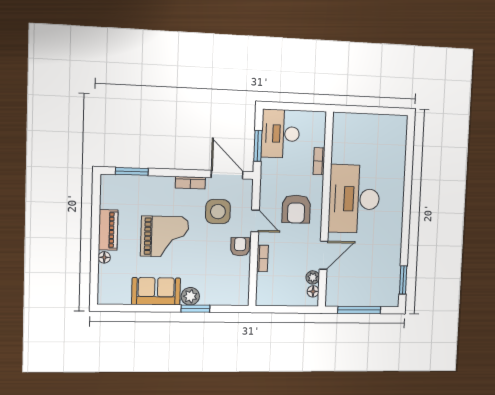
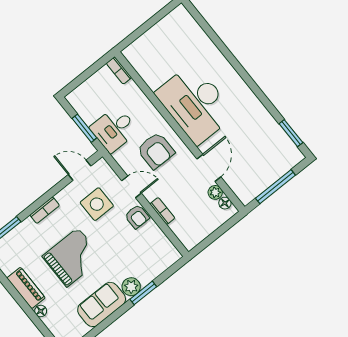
desk: (280, 134) -> (114, 129), moved, width x0.73
bookcase: (319, 161) -> (119, 70), moved
door: (227, 175) -> (80, 170), width x0.73
bookcase: (190, 183) -> (45, 210), moved
armchair: (240, 247) -> (137, 217), turned 180

